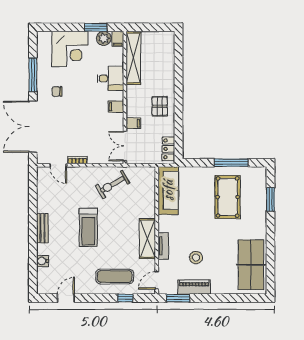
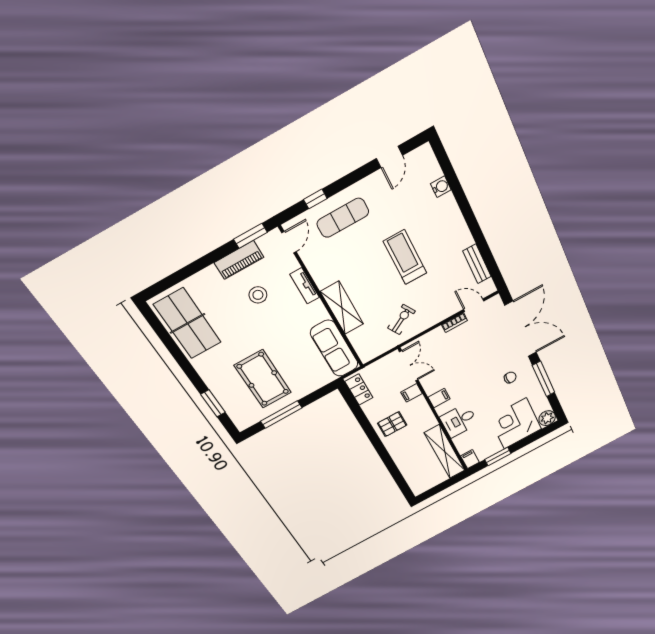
plant: (104, 38) -> (547, 418), moved
pallet: (160, 106) -> (392, 424), turned 90
exercise bike: (113, 184) -> (401, 320), width x0.73, depth x0.72
bench: (42, 228) -> (477, 264), moved
shelving: (147, 239) -> (342, 308), moved

